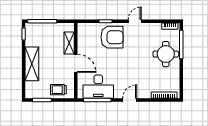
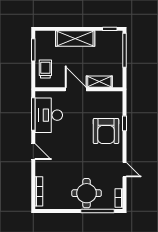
door: (135, 21) -> (124, 170), moved
door: (76, 63) -> (76, 89), swing flipped

